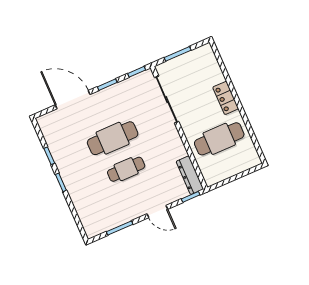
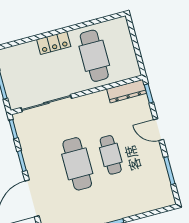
door: (157, 211) -> (158, 130), swing flipped

